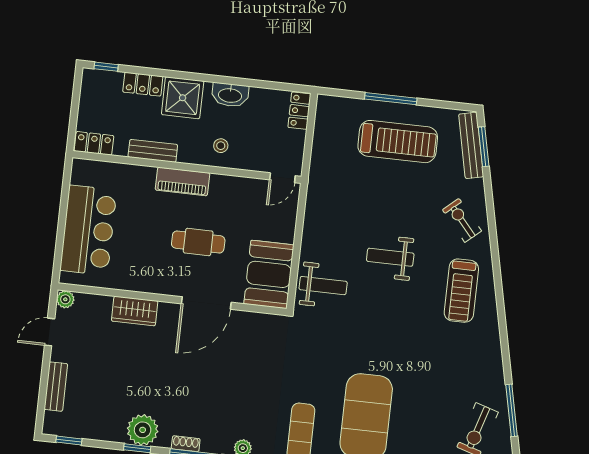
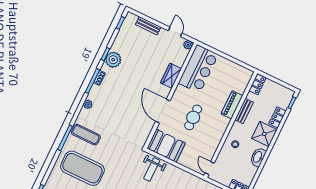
piano: (182, 182) -> (232, 105), moved
bar counter: (88, 230) -> (198, 69), moved, turned -90

